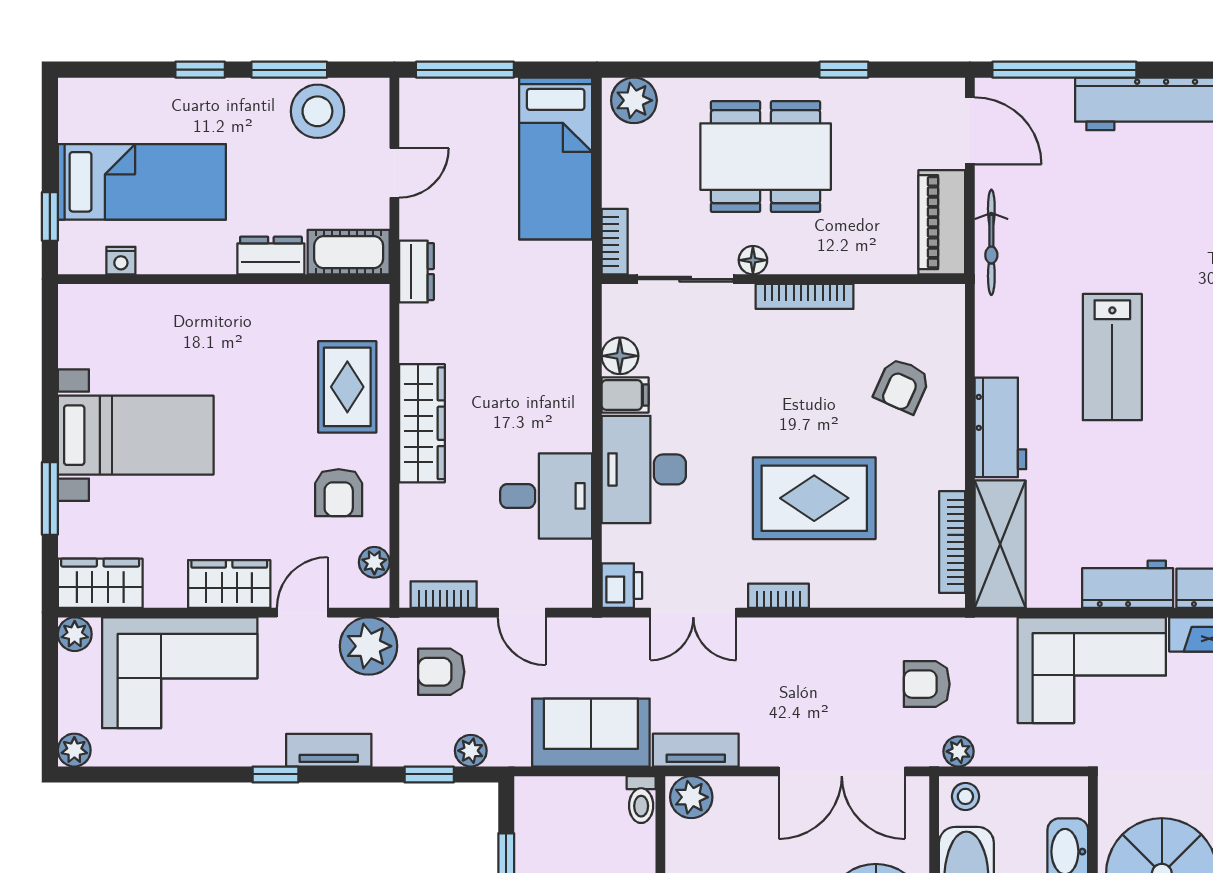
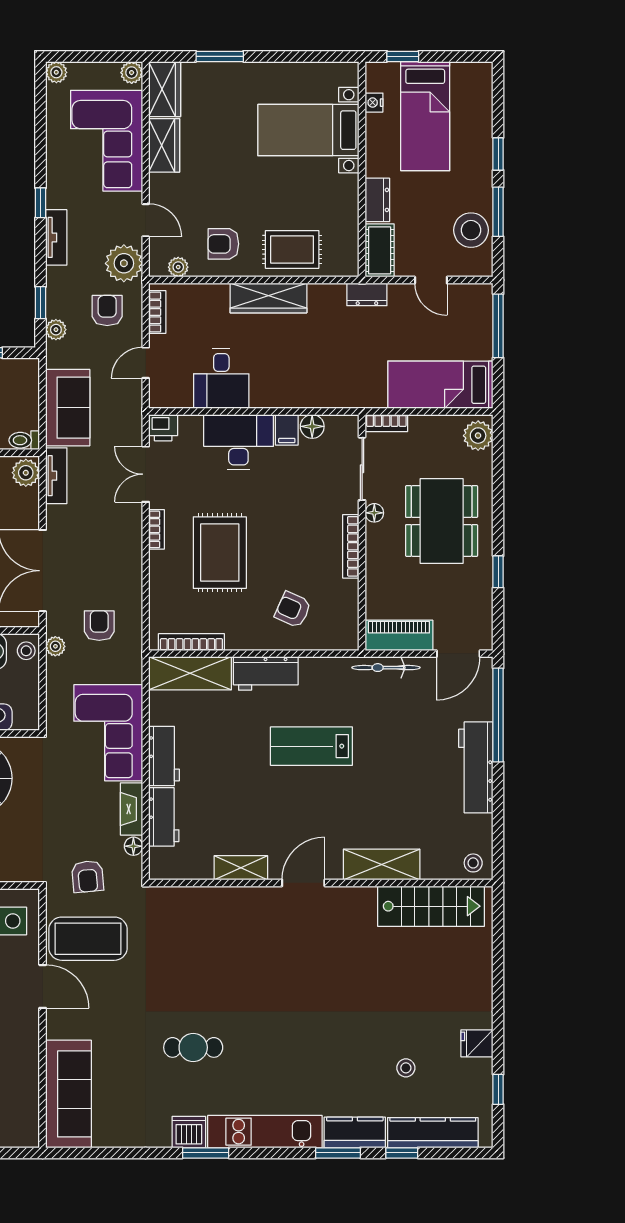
bed with nightstands: (136, 435) -> (308, 130), moved, turned 90
wardrobe: (229, 584) -> (164, 145), moved

